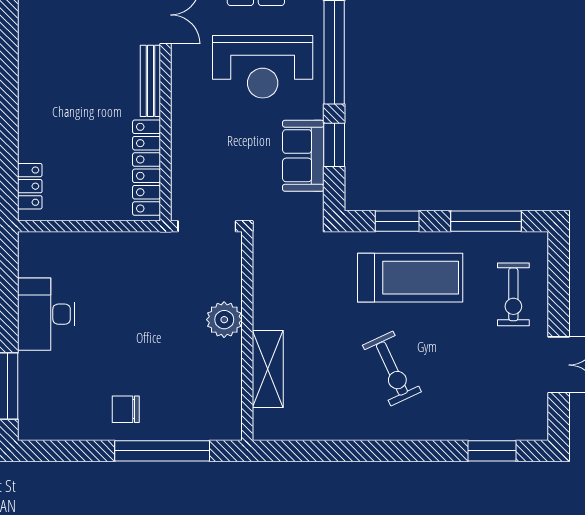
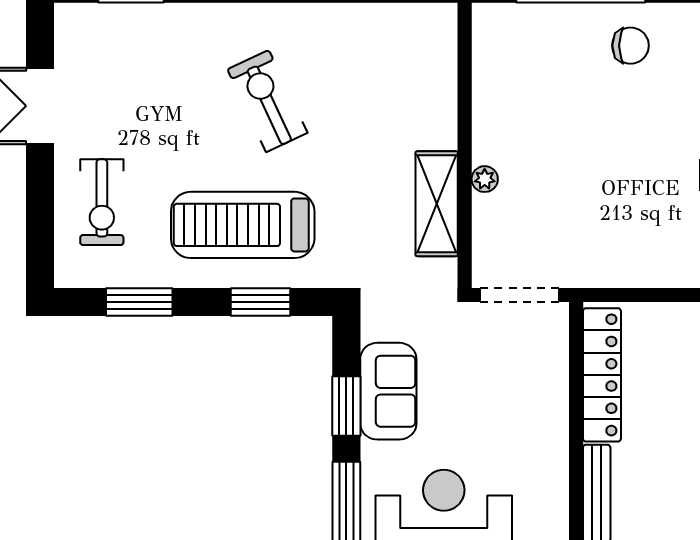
window: (486, 221) -> (139, 302), width x0.69
exercise bike: (513, 294) -> (102, 202), turned 180
plant: (224, 320) -> (485, 179), width x0.53, depth x0.53
shelving: (268, 369) -> (437, 204), moved

